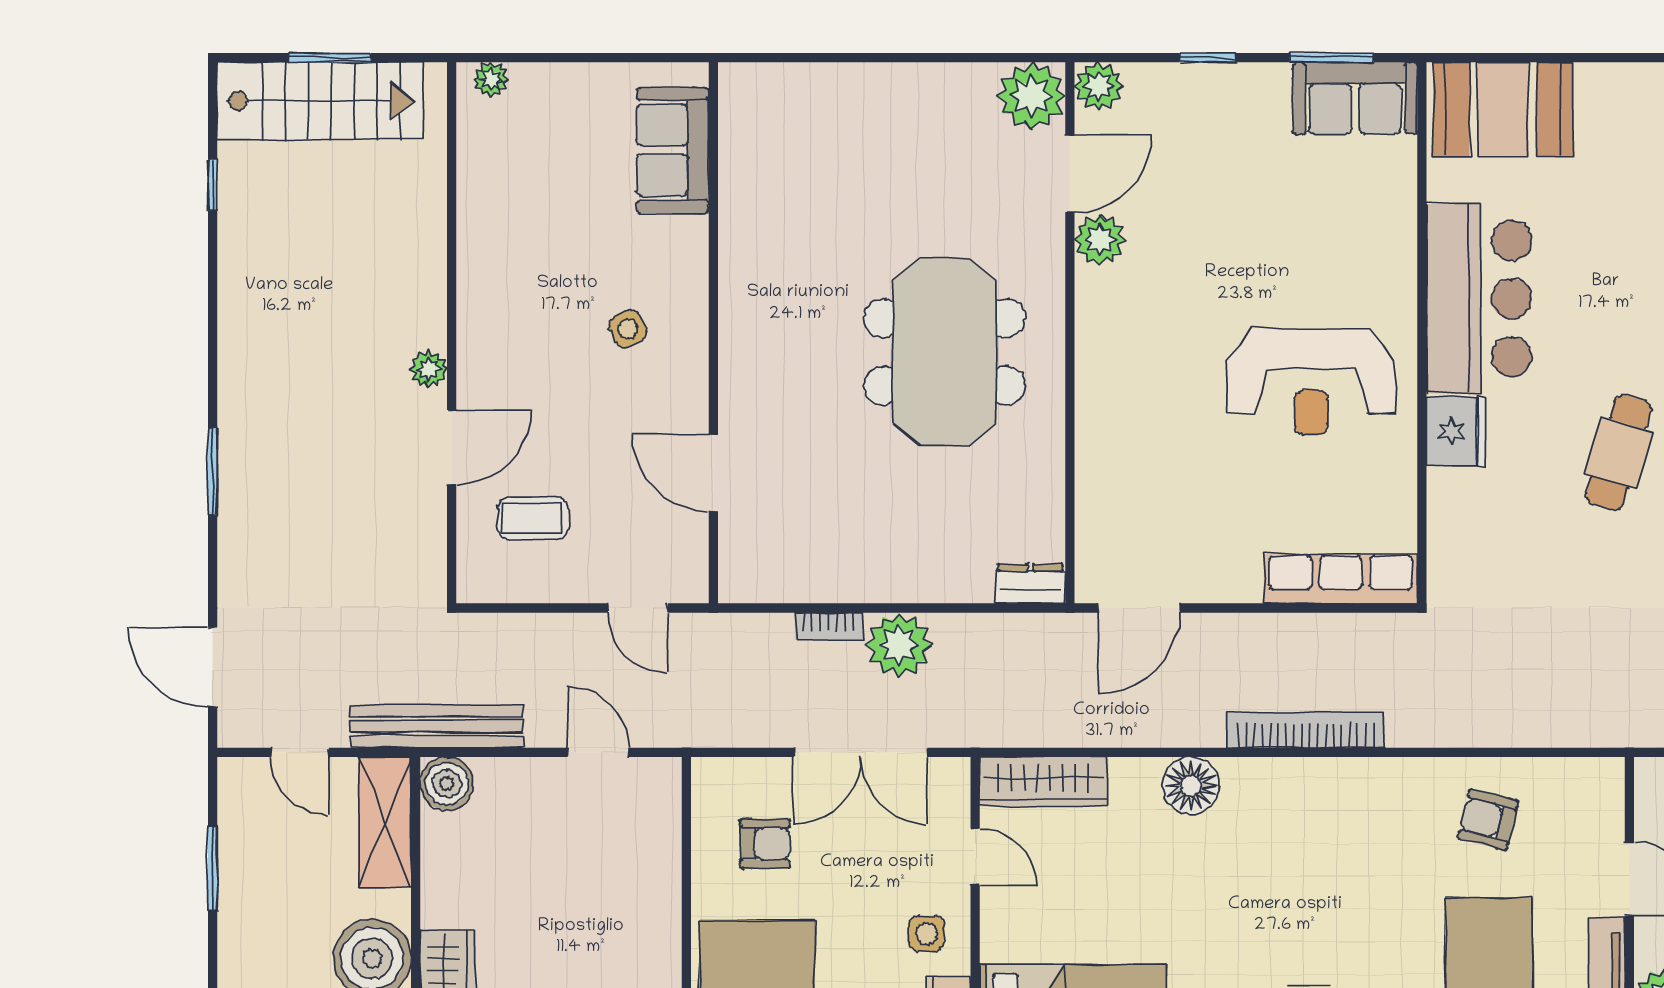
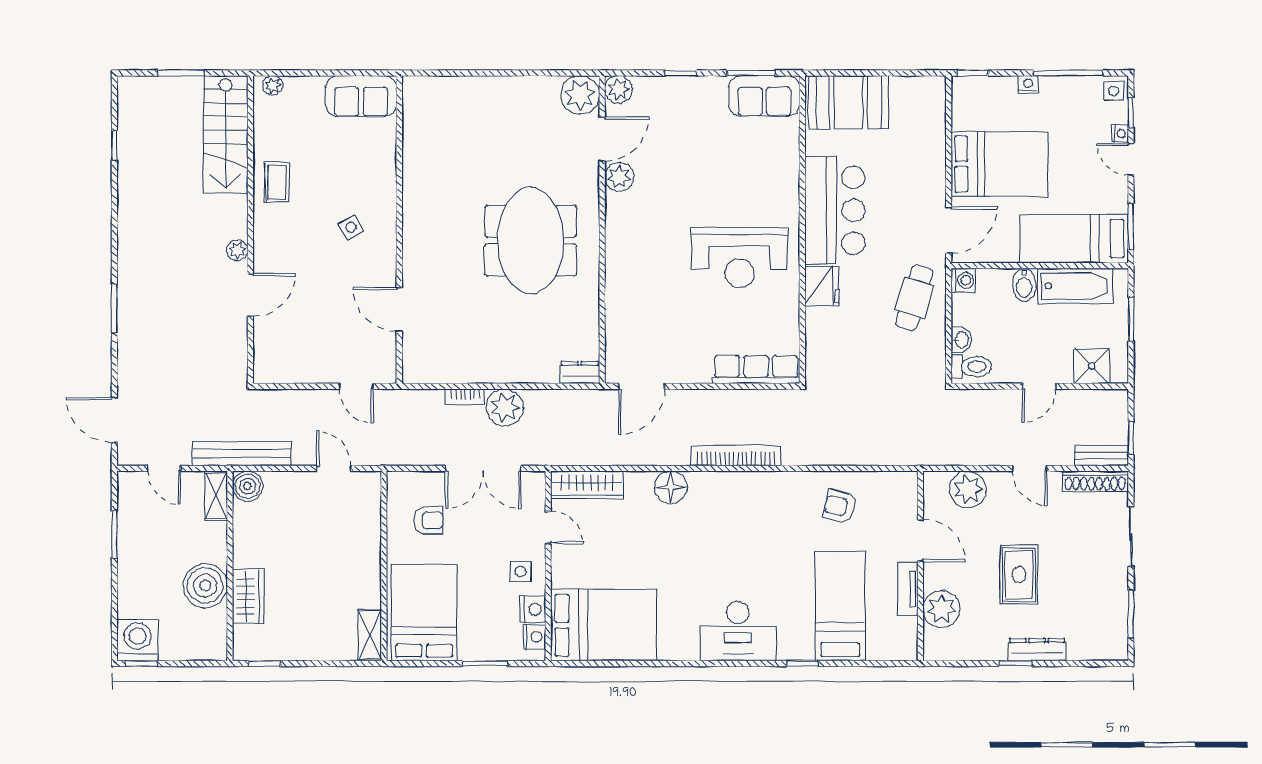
stairs: (320, 101) -> (226, 134), moved, turned 90
sofa: (673, 150) -> (361, 96), moved, turned -90
coffee table: (533, 518) -> (277, 182), moved, turned 90
shelving: (385, 822) -> (216, 496), width x0.67, depth x0.75

